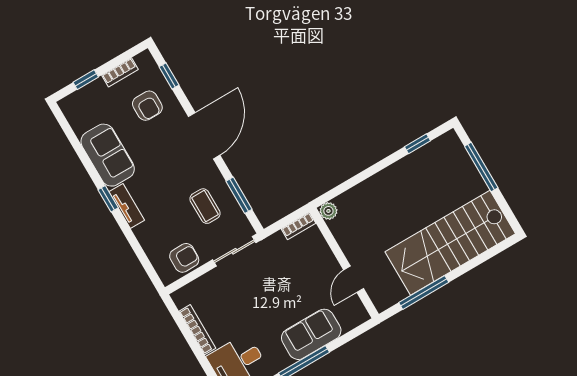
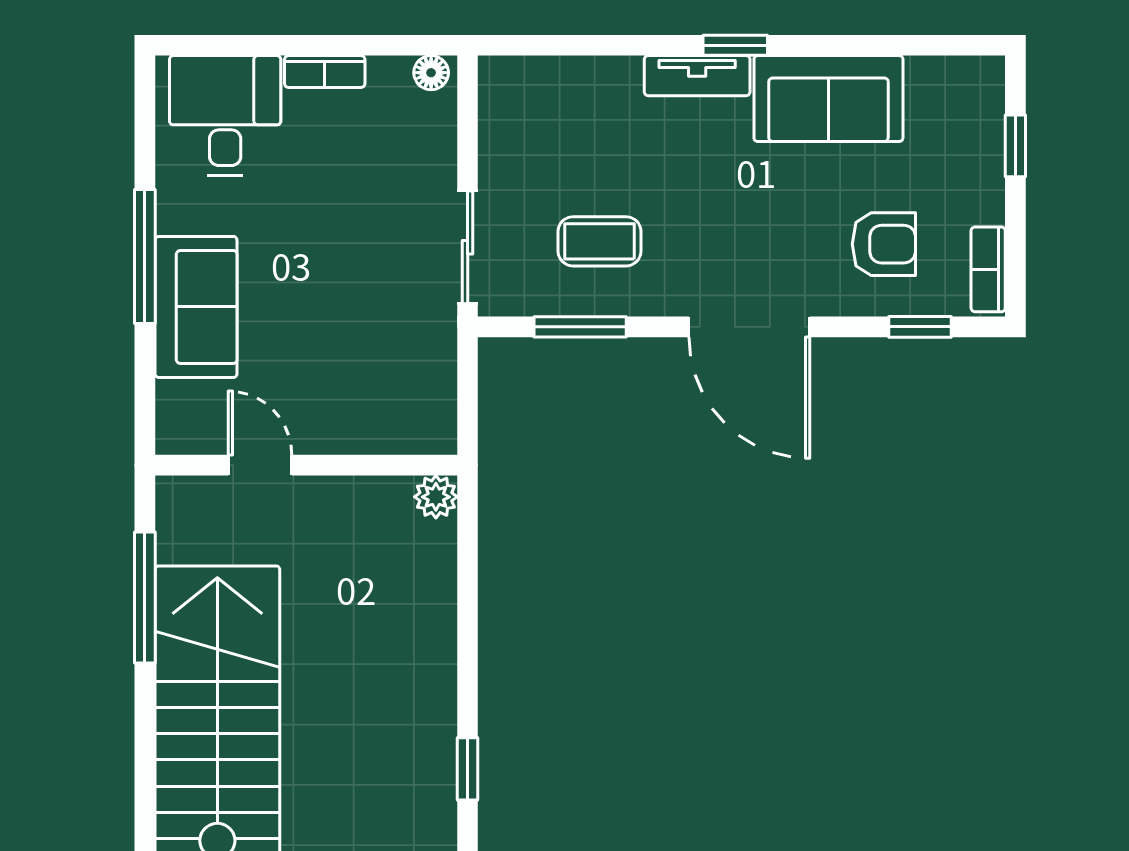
bookcase: (120, 72) -> (988, 269), moved
armchair: (147, 106) -> (884, 244), turned 180
bookcase: (299, 226) -> (441, 415), removed
armchair: (184, 258) -> (516, 133), removed
floor lamp: (180, 300) -> (431, 73), added
bookcase: (197, 330) -> (325, 72), width x0.64

